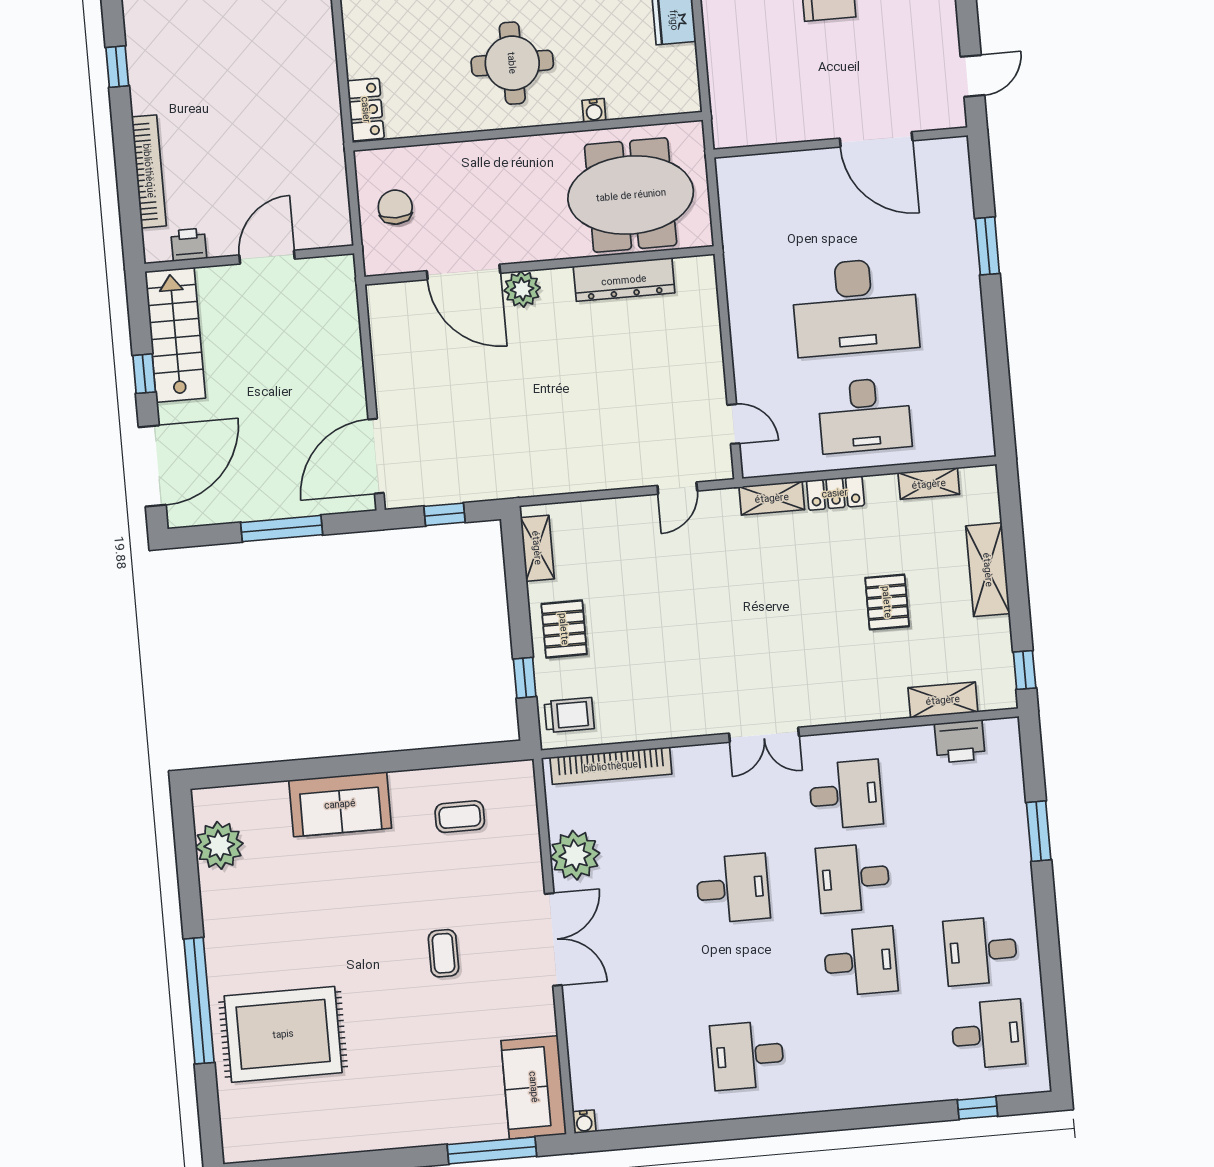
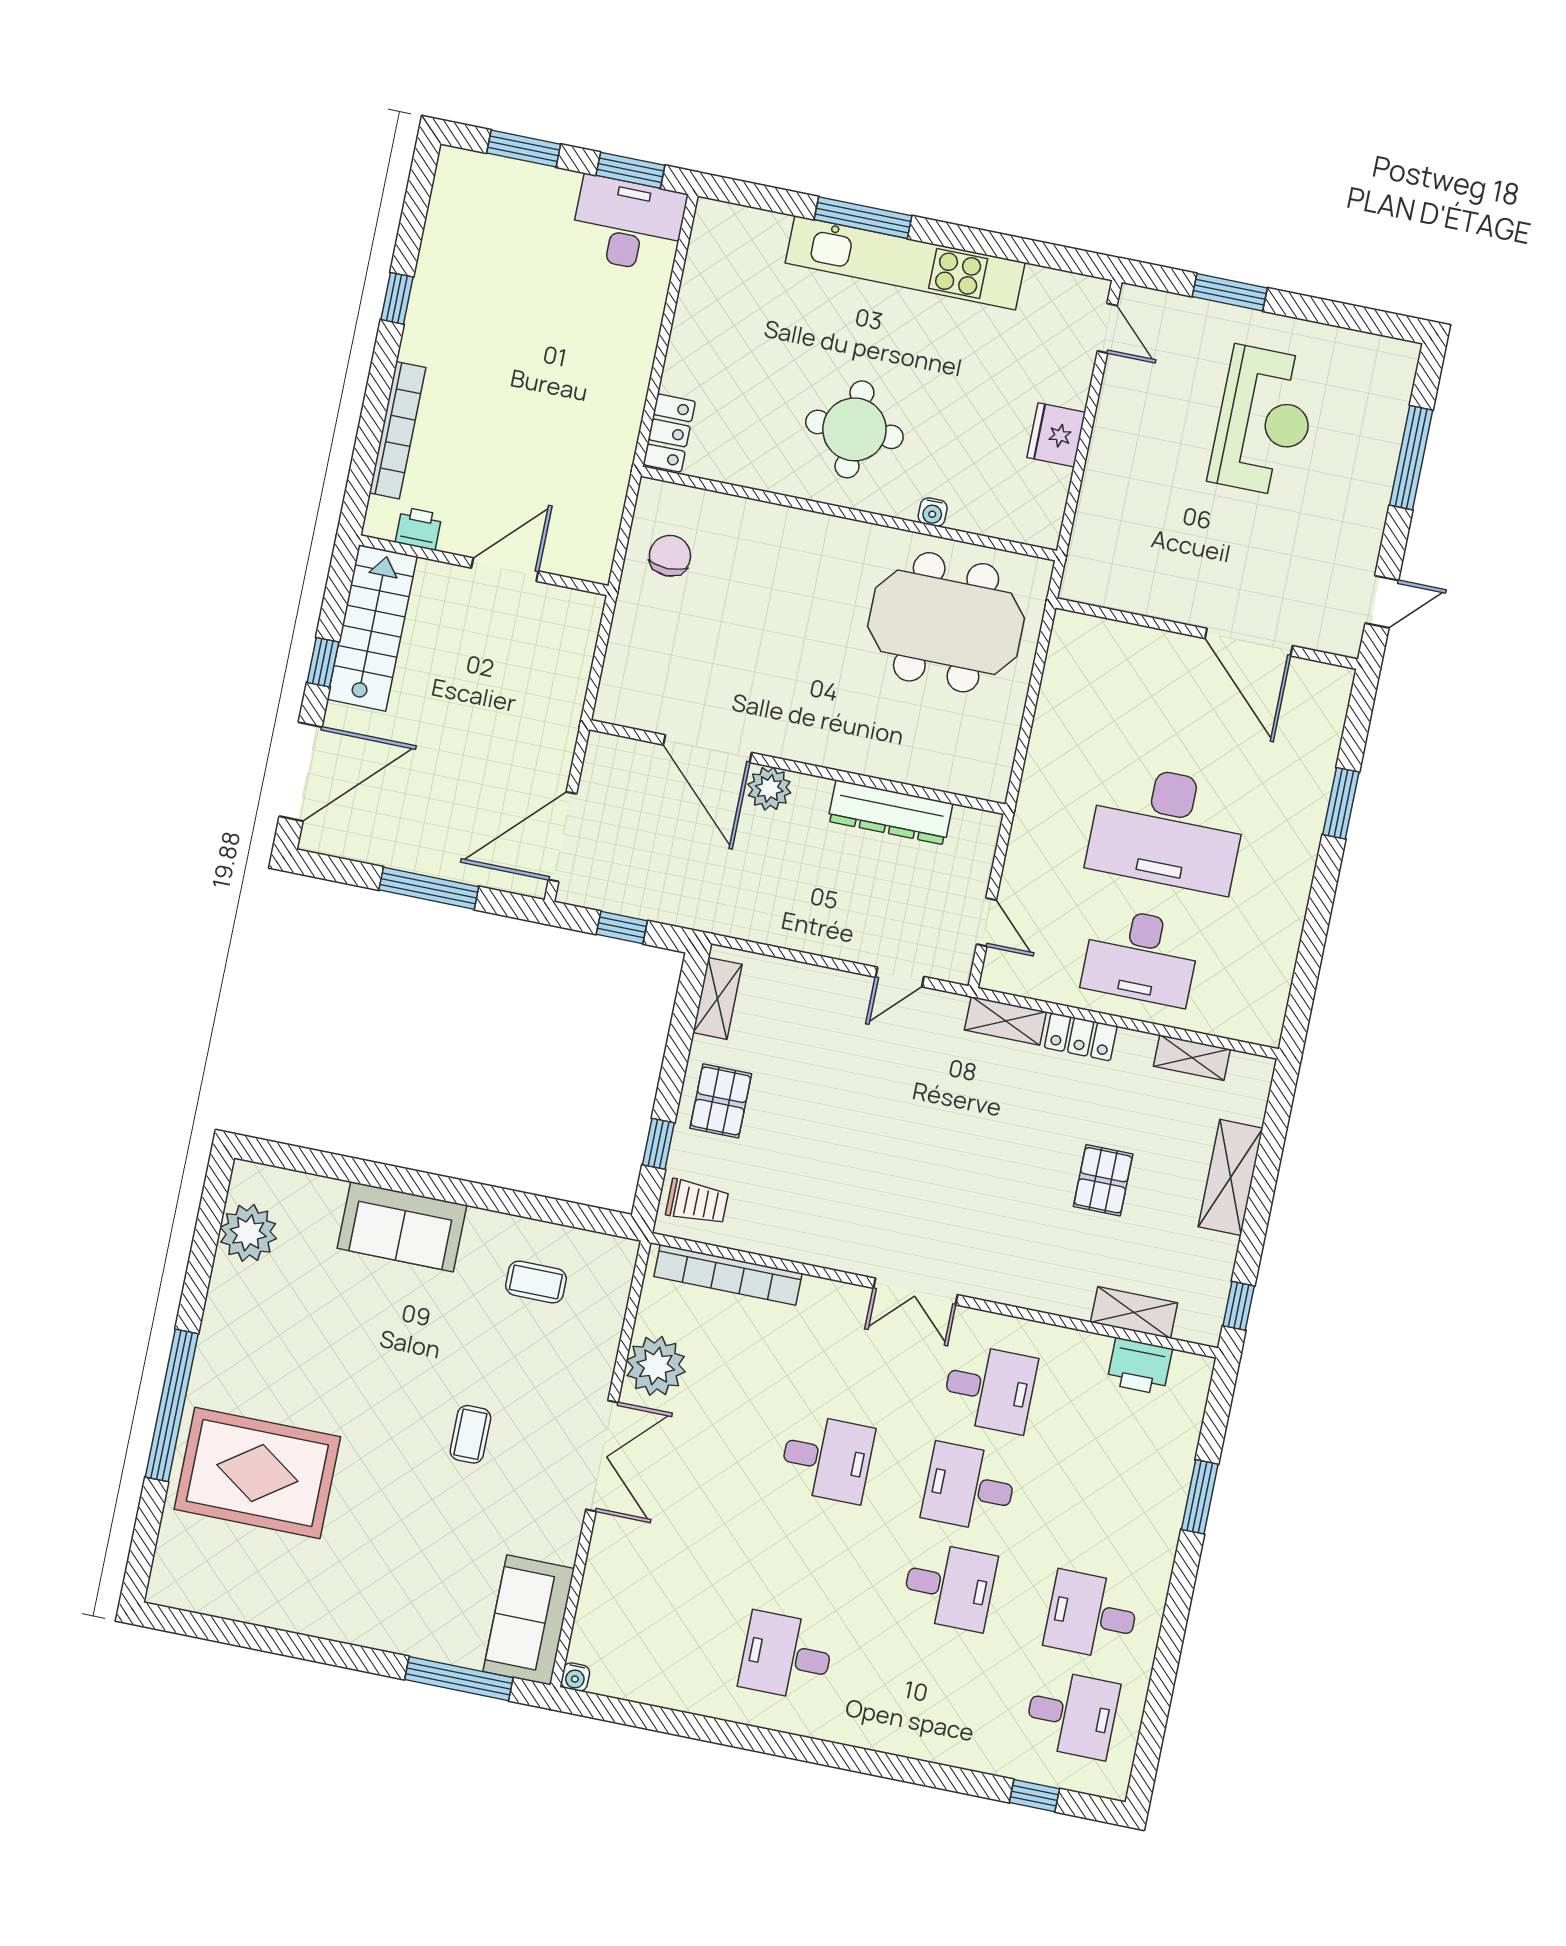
wall: (539, 265) -> (797, 767), moved
door: (464, 272) -> (707, 749), moved
dresser: (624, 280) -> (890, 812), moved
plant: (522, 289) -> (769, 789), moved

